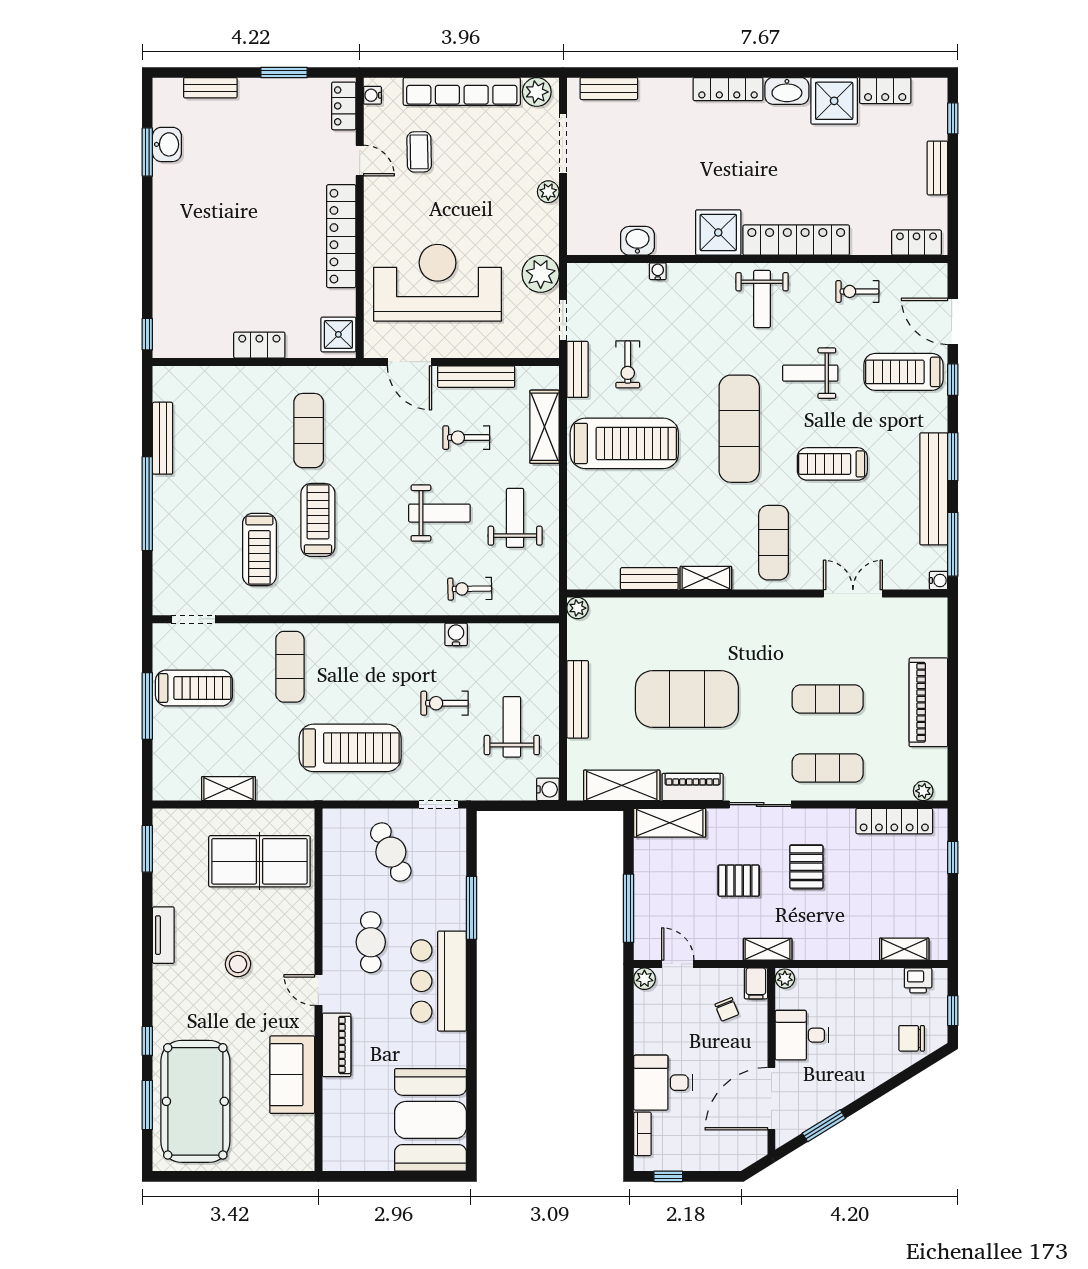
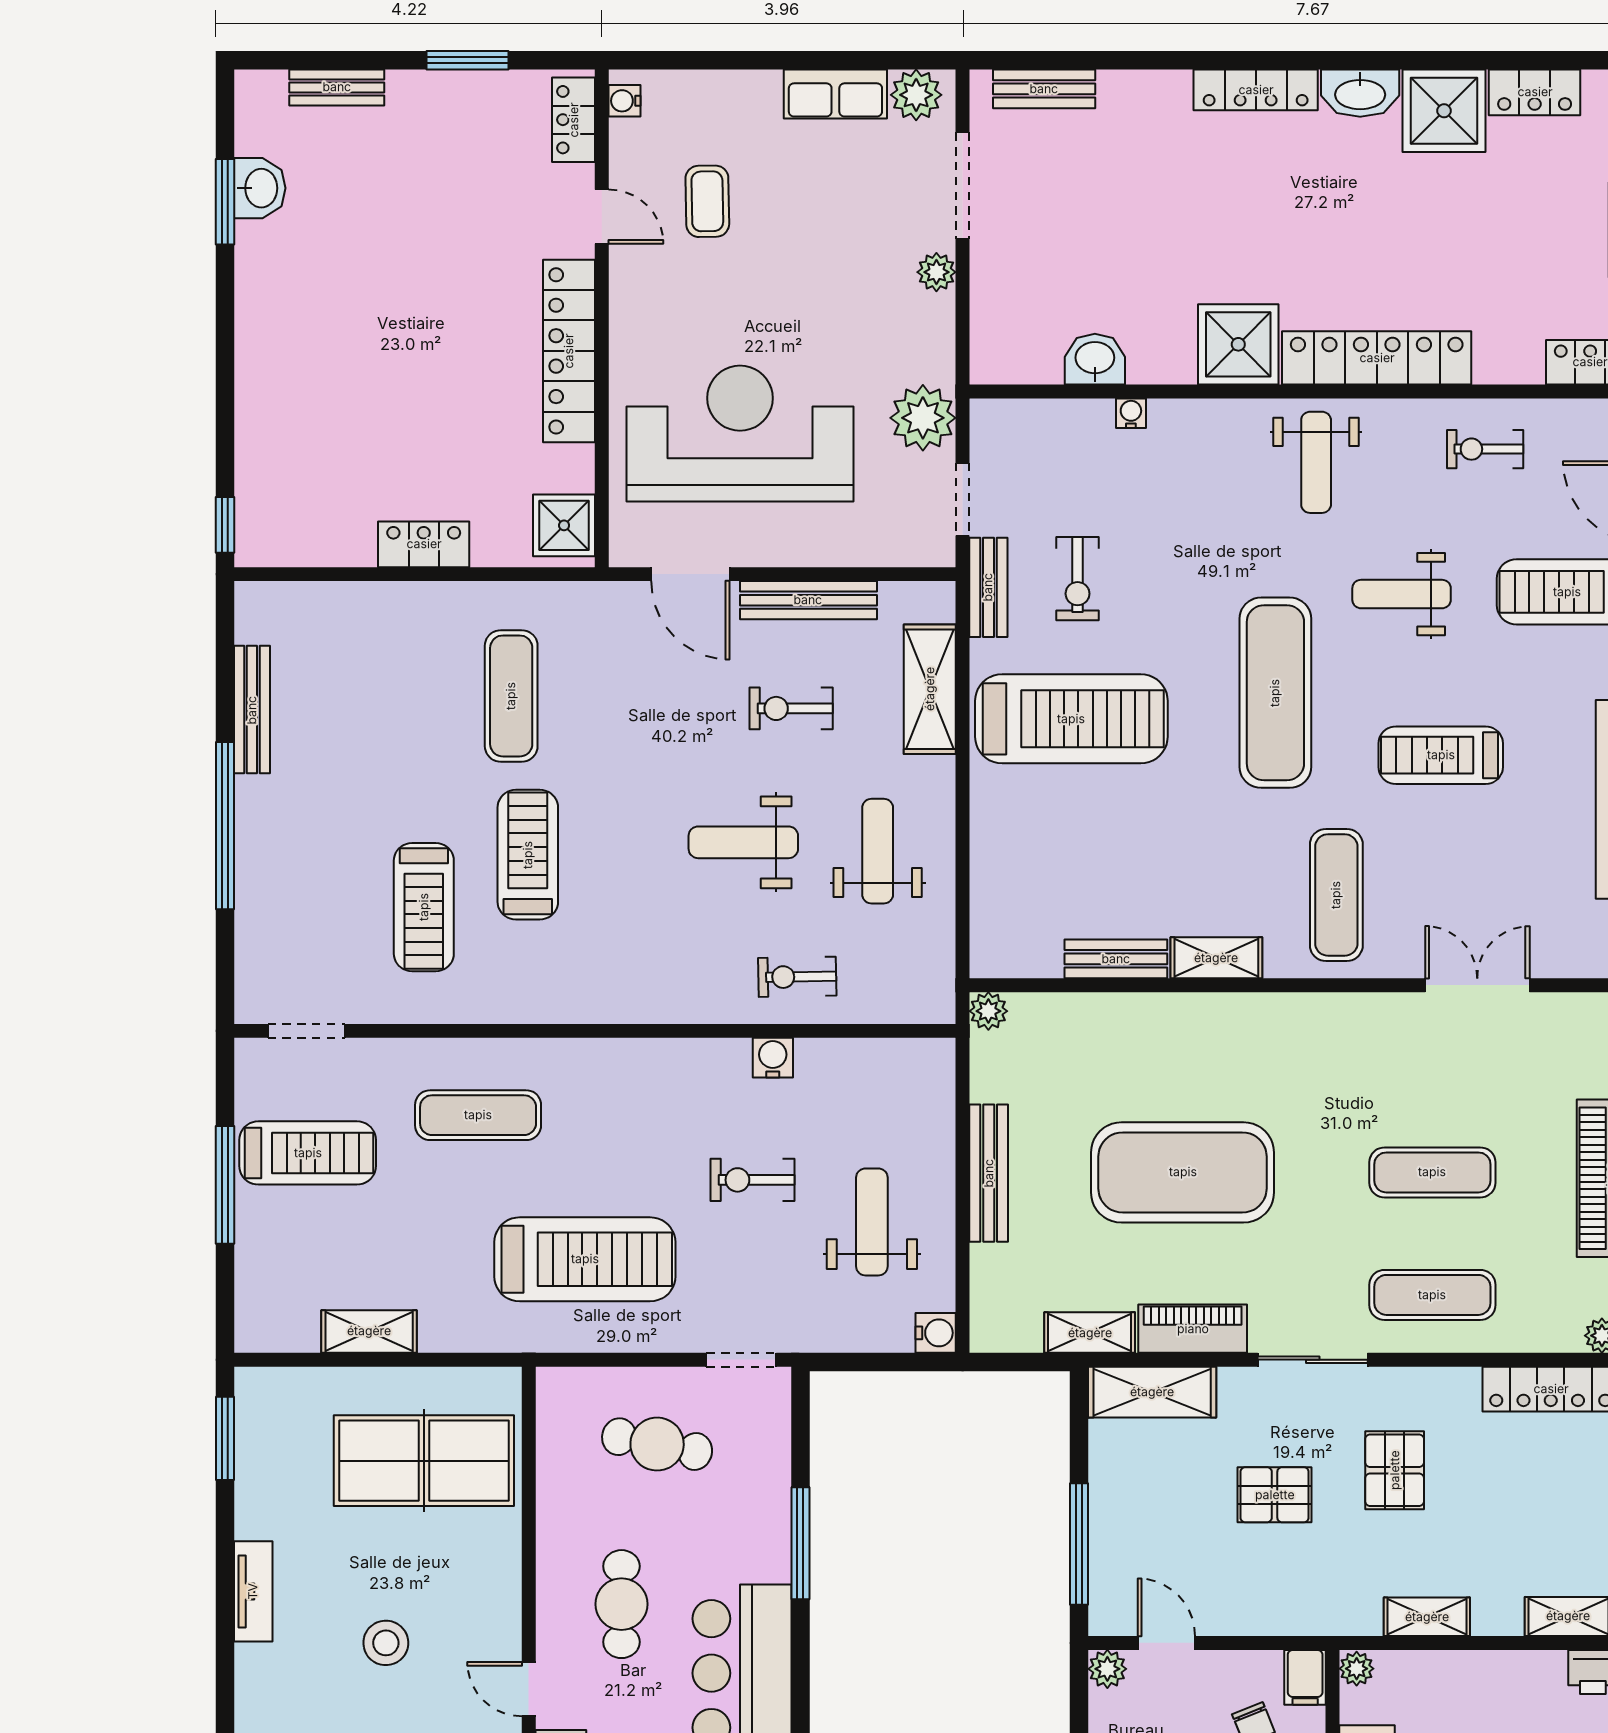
row of seats: (462, 91) -> (835, 94), width x0.50
weight bench: (439, 513) -> (743, 842), turned 180
exercise mat: (290, 667) -> (478, 1115), turned 90
shelving: (622, 785) -> (1090, 1333), width x0.67, depth x0.75
cafe table: (391, 852) -> (657, 1444), turned -52
shelving: (768, 949) -> (1427, 1617), moved

